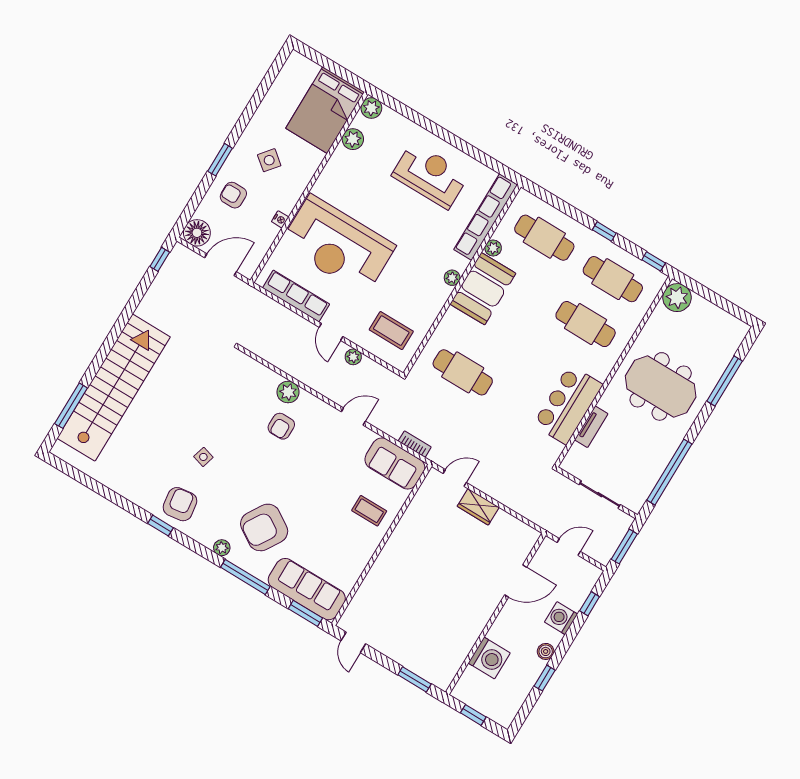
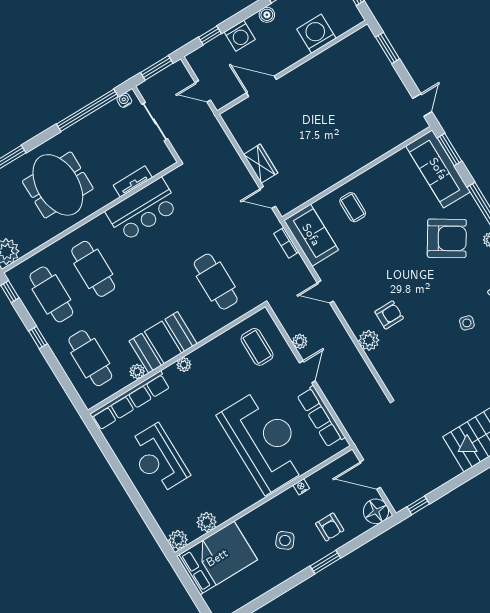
water cooler: (639, 500) -> (124, 100), added

